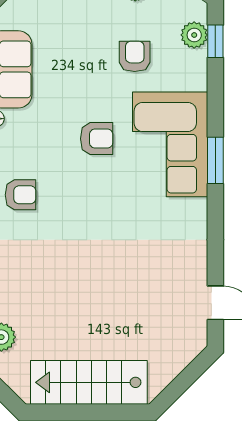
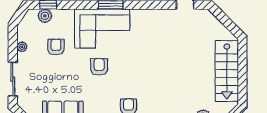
armchair: (135, 56) -> (56, 47), turned 90

